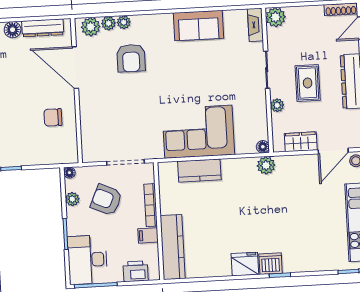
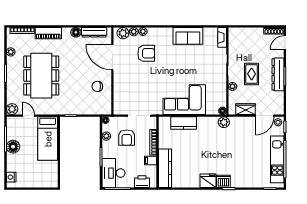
plant: (276, 17) -> (234, 33), removed
armchair: (131, 58) -> (146, 53), turned -90
armchair: (106, 200) -> (127, 138), turned -114

